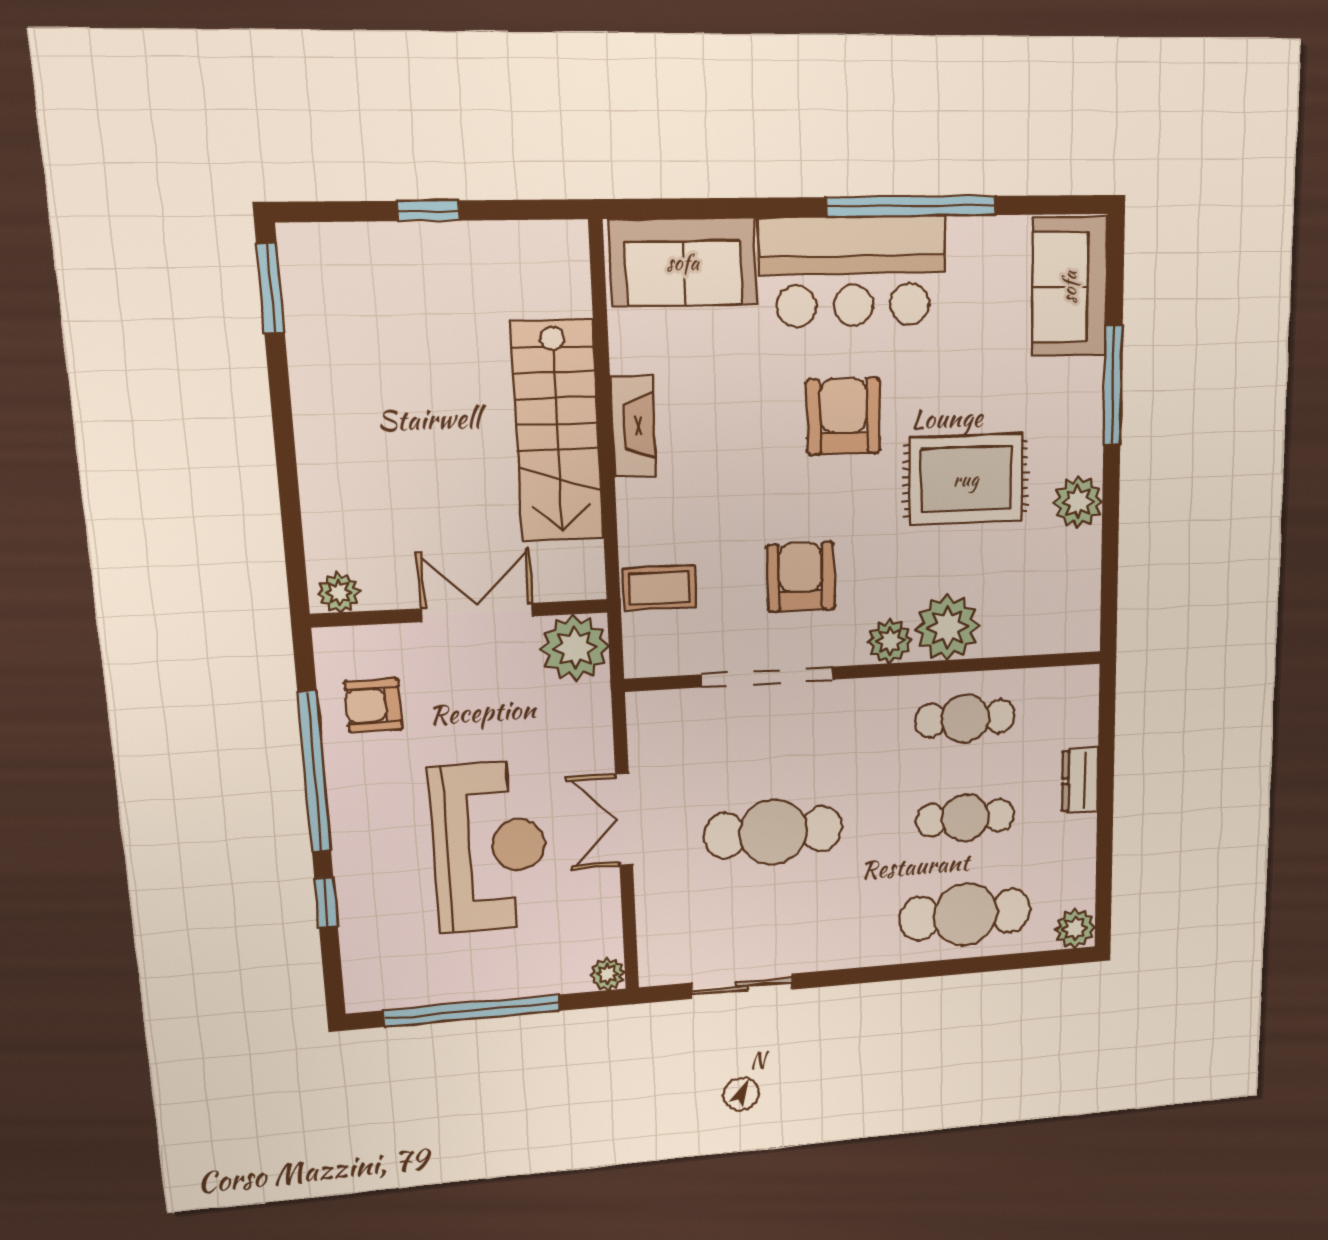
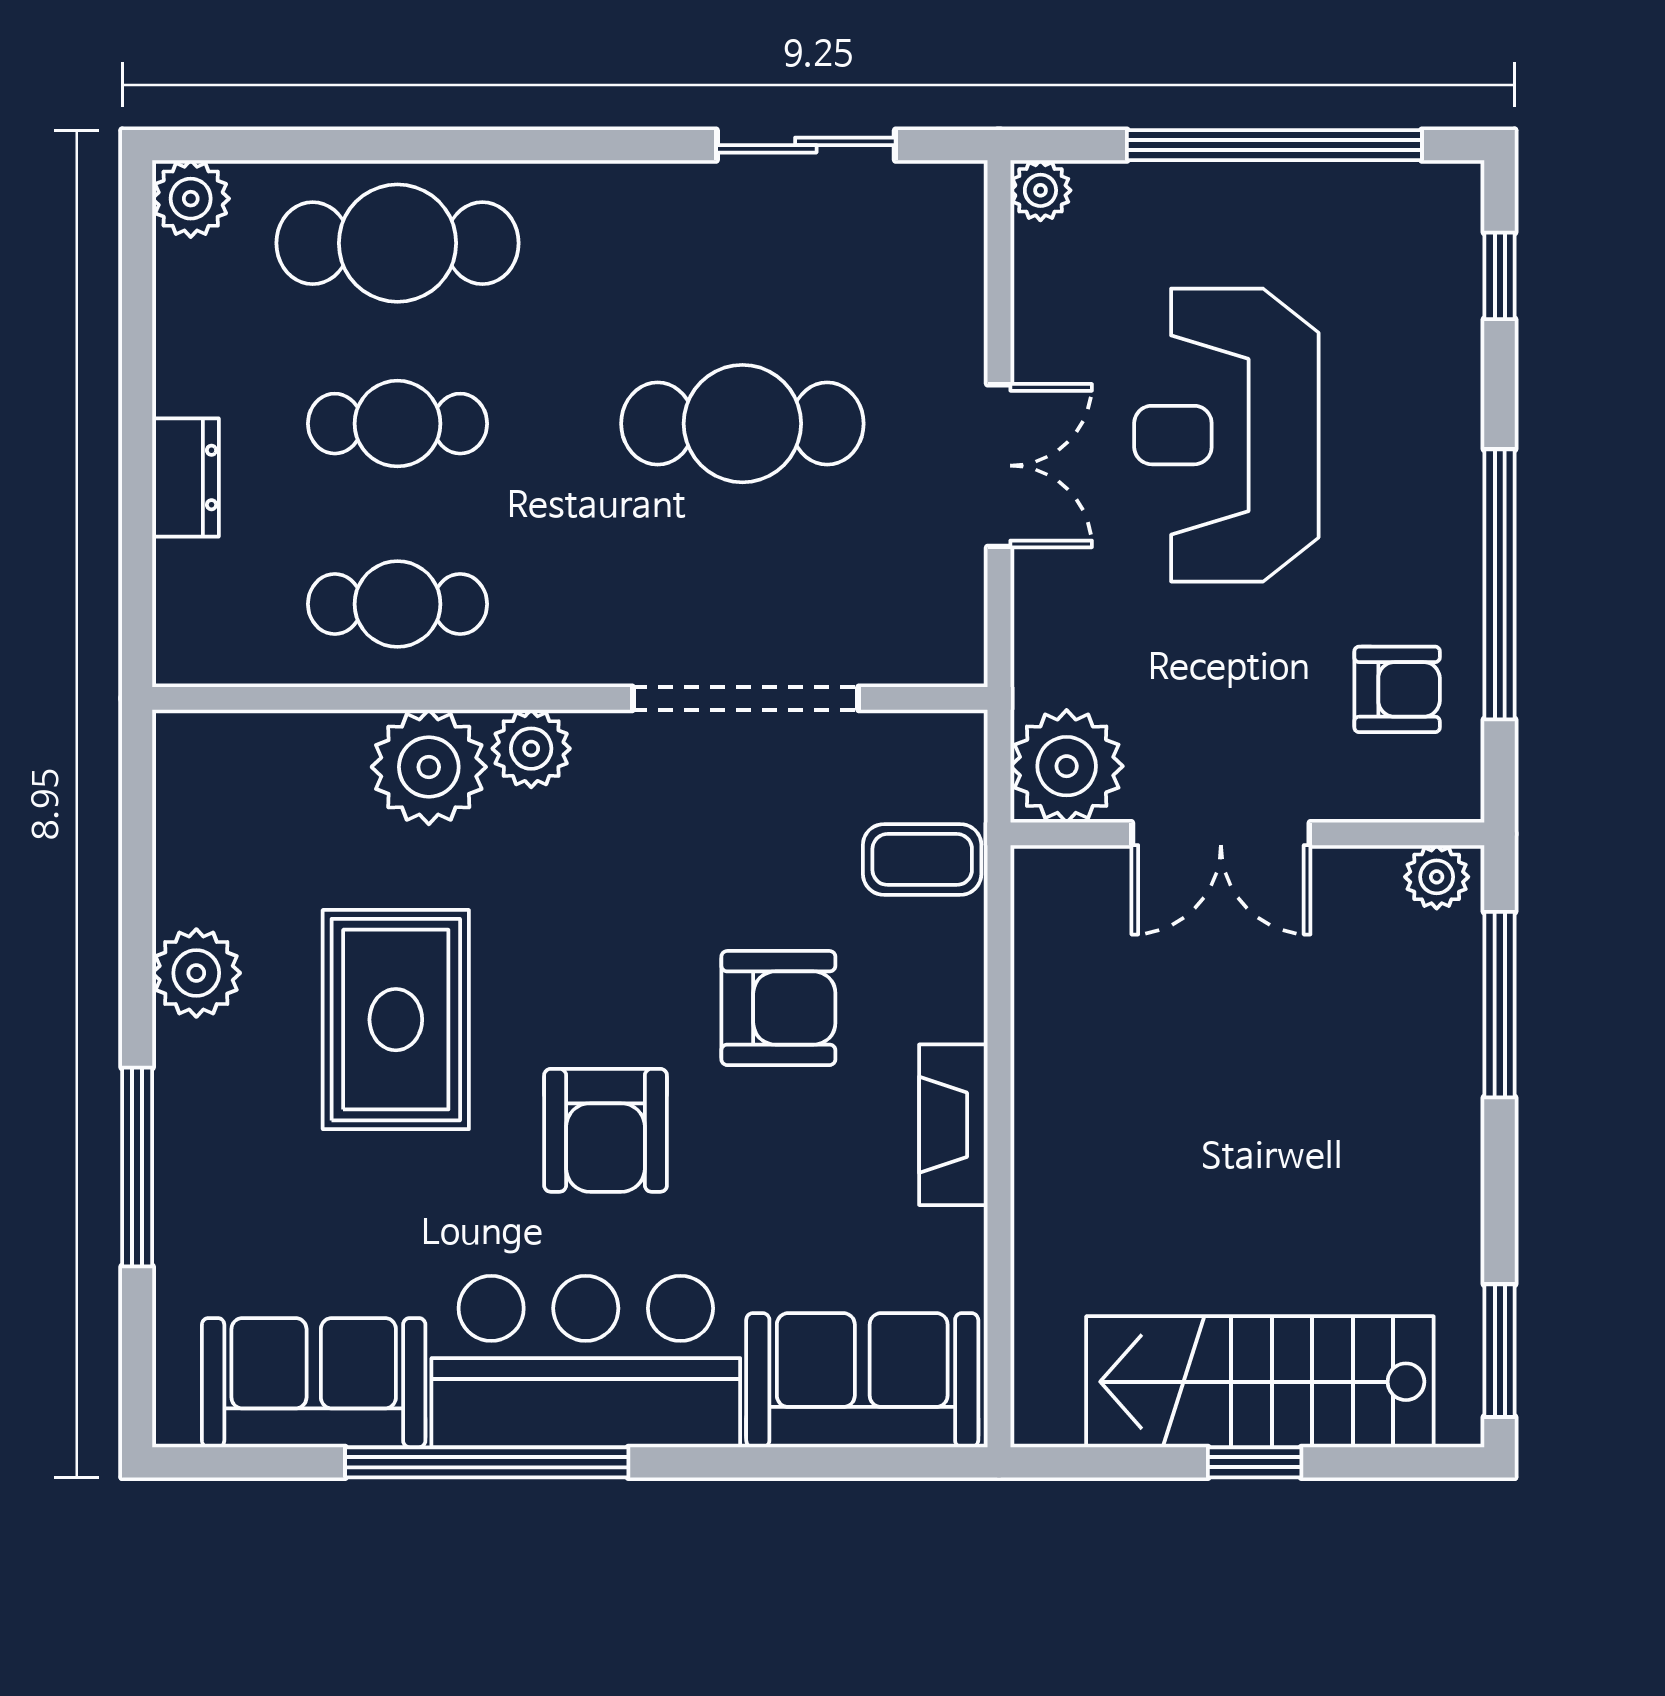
sofa: (1069, 287) -> (314, 1383), moved, turned -90
stairs: (557, 431) -> (1260, 1382), moved, turned -90
rug: (966, 479) -> (396, 1020), turned 90
window: (291, 514) -> (1500, 1005), added
armchair: (801, 577) -> (778, 1008), moved, turned -90
window: (326, 902) -> (1500, 276), moved

